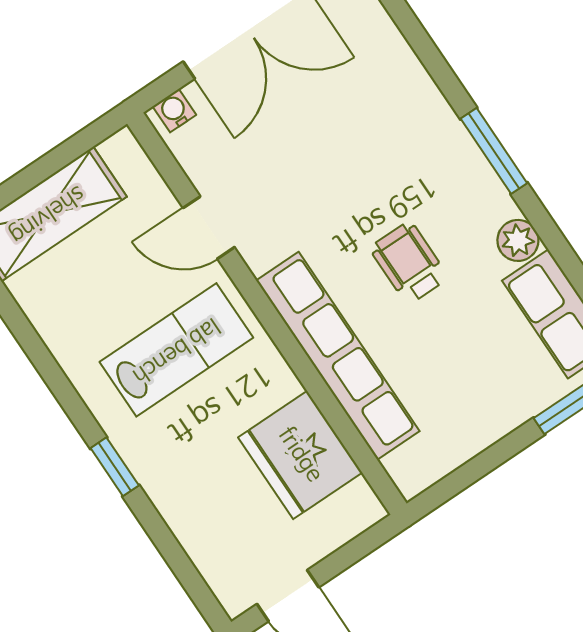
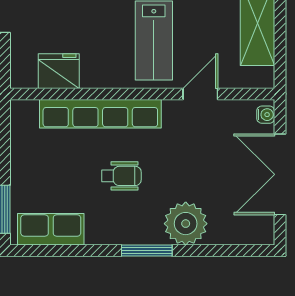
plant: (518, 240) -> (186, 224), moved, width x1.88, depth x1.88
fridge: (300, 455) -> (59, 71), width x0.73, depth x0.75

